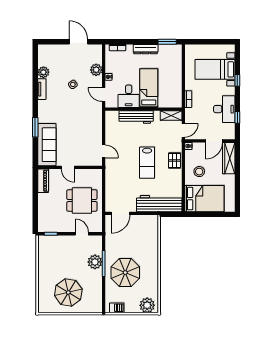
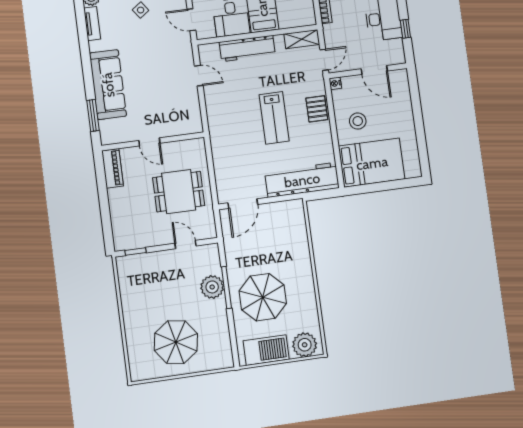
window: (35, 127) -> (93, 115), moved
door: (214, 141) -> (374, 70), hinge flipped
sofa: (47, 145) -> (108, 85), moved
door: (104, 151) -> (199, 76), moved
wardrobe: (229, 158) -> (401, 94), removed
barbecue: (117, 308) -> (266, 350), width x1.88, depth x1.53

